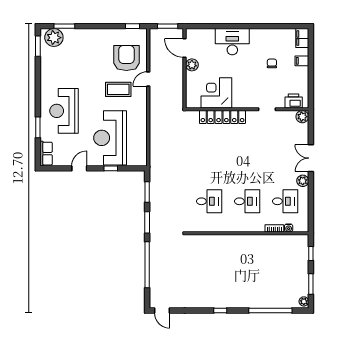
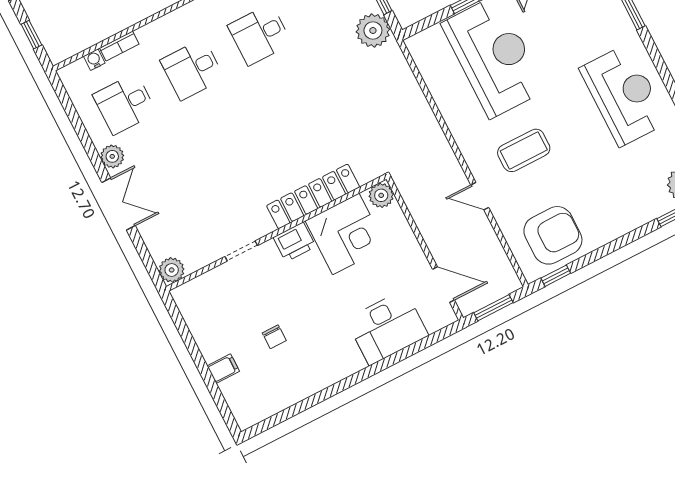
filing cabinet: (302, 38) -> (244, 410), removed
desk: (232, 42) -> (387, 327), moved
armchair: (126, 58) -> (553, 235), moved, turned -90
plant: (192, 65) -> (381, 195), moved
door: (148, 79) -> (480, 196), swing flipped
printer: (294, 101) -> (295, 242), moved
reception desk: (64, 111) -> (624, 95), moved
plant: (158, 177) -> (373, 31), added

